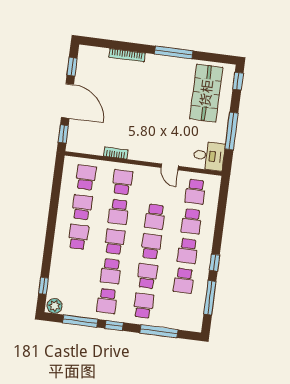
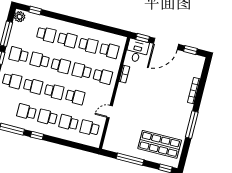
desk: (209, 156) -> (137, 51), moved, turned 180
school desk: (155, 217) -> (75, 97), turned 180
school desk: (74, 267) -> (46, 34), added

